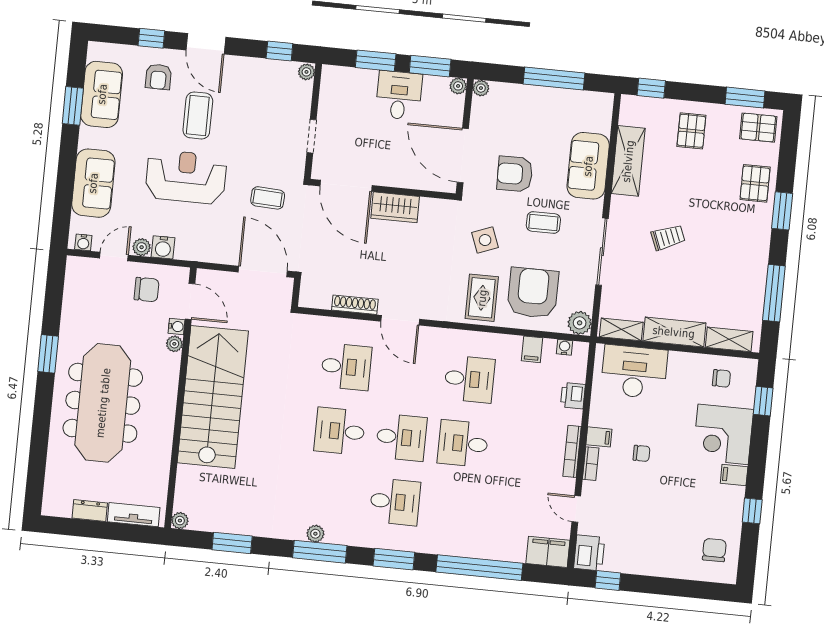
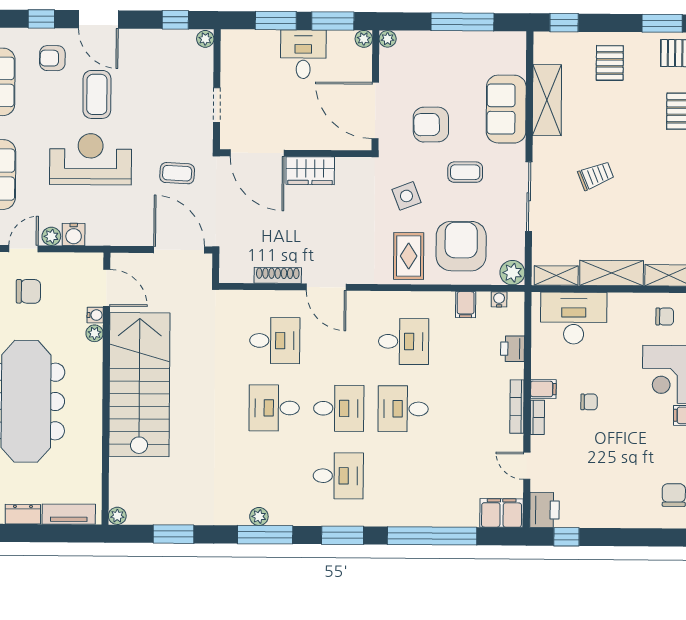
armchair: (158, 77) -> (52, 58), turned 90
chair: (147, 290) -> (28, 291), moved

